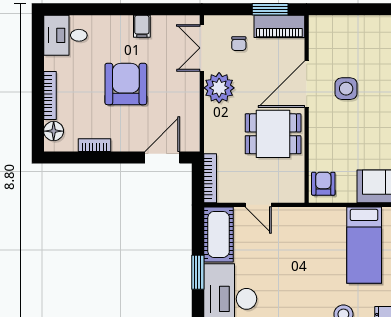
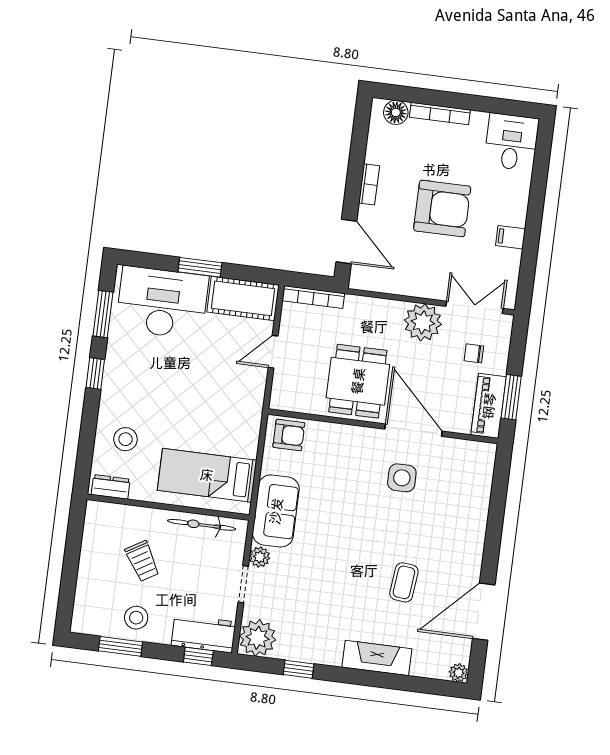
bookcase: (95, 145) -> (369, 184), moved

